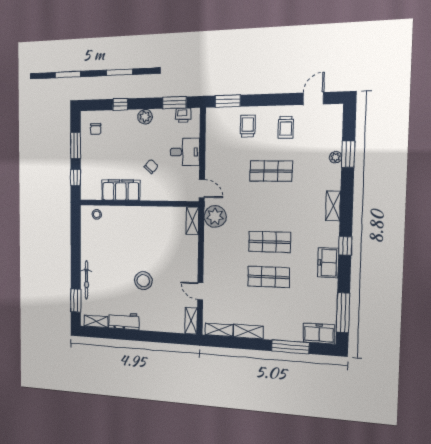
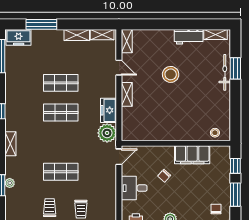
door: (202, 189) -> (119, 157), swing flipped
shelving: (192, 221) -> (127, 94), moved
freezer: (328, 263) -> (109, 110), moved, turned 180
window: (76, 301) -> (235, 68), moved

